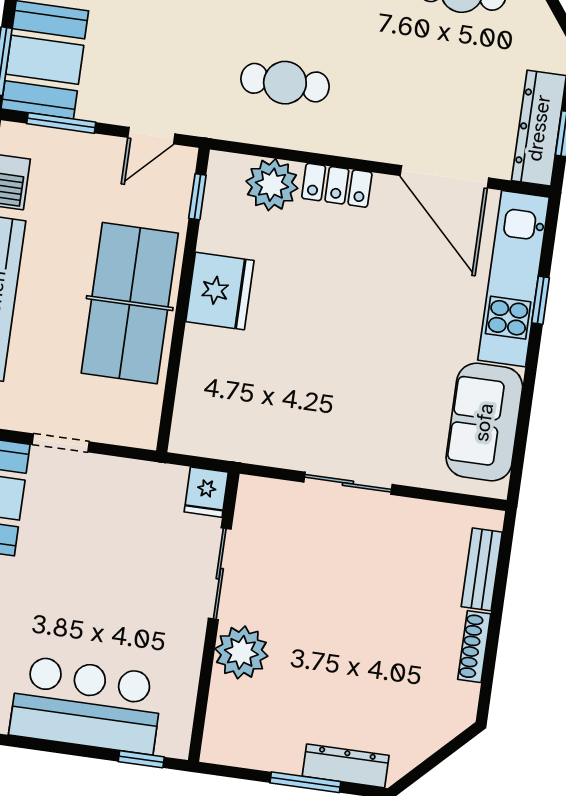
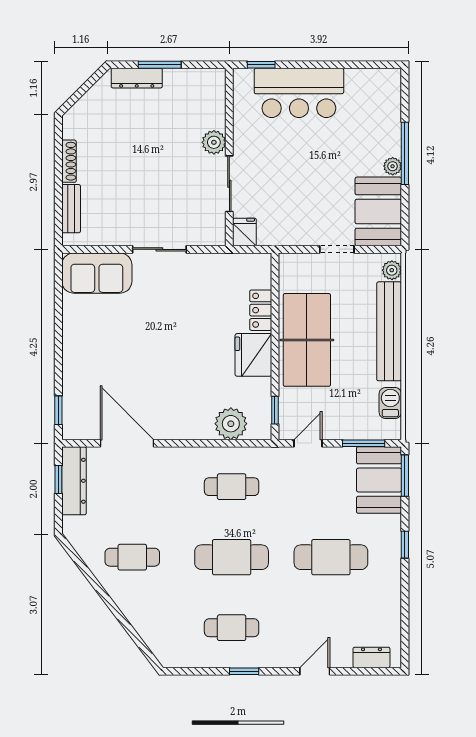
locker: (337, 185) -> (261, 310), moved, turned -90
kitchen unit: (514, 279) -> (77, 387), removed
window: (541, 300) -> (58, 410), moved
sofa: (484, 422) -> (97, 273), moved, turned 90
plant: (241, 652) -> (214, 142), width x0.73, depth x0.73

